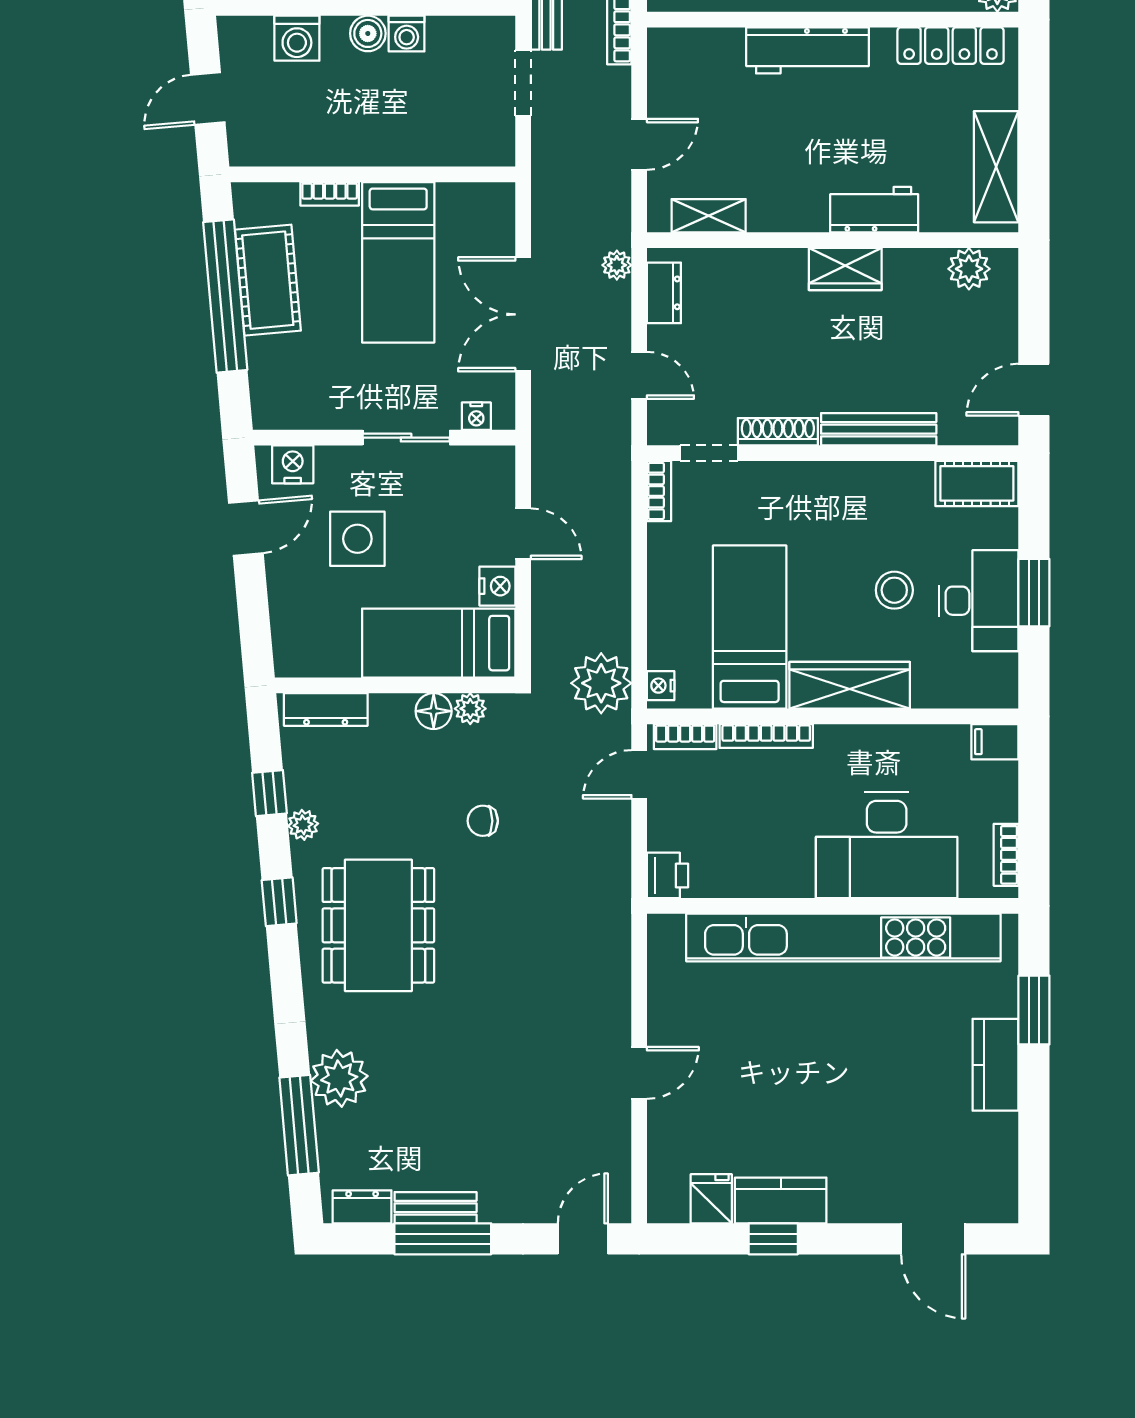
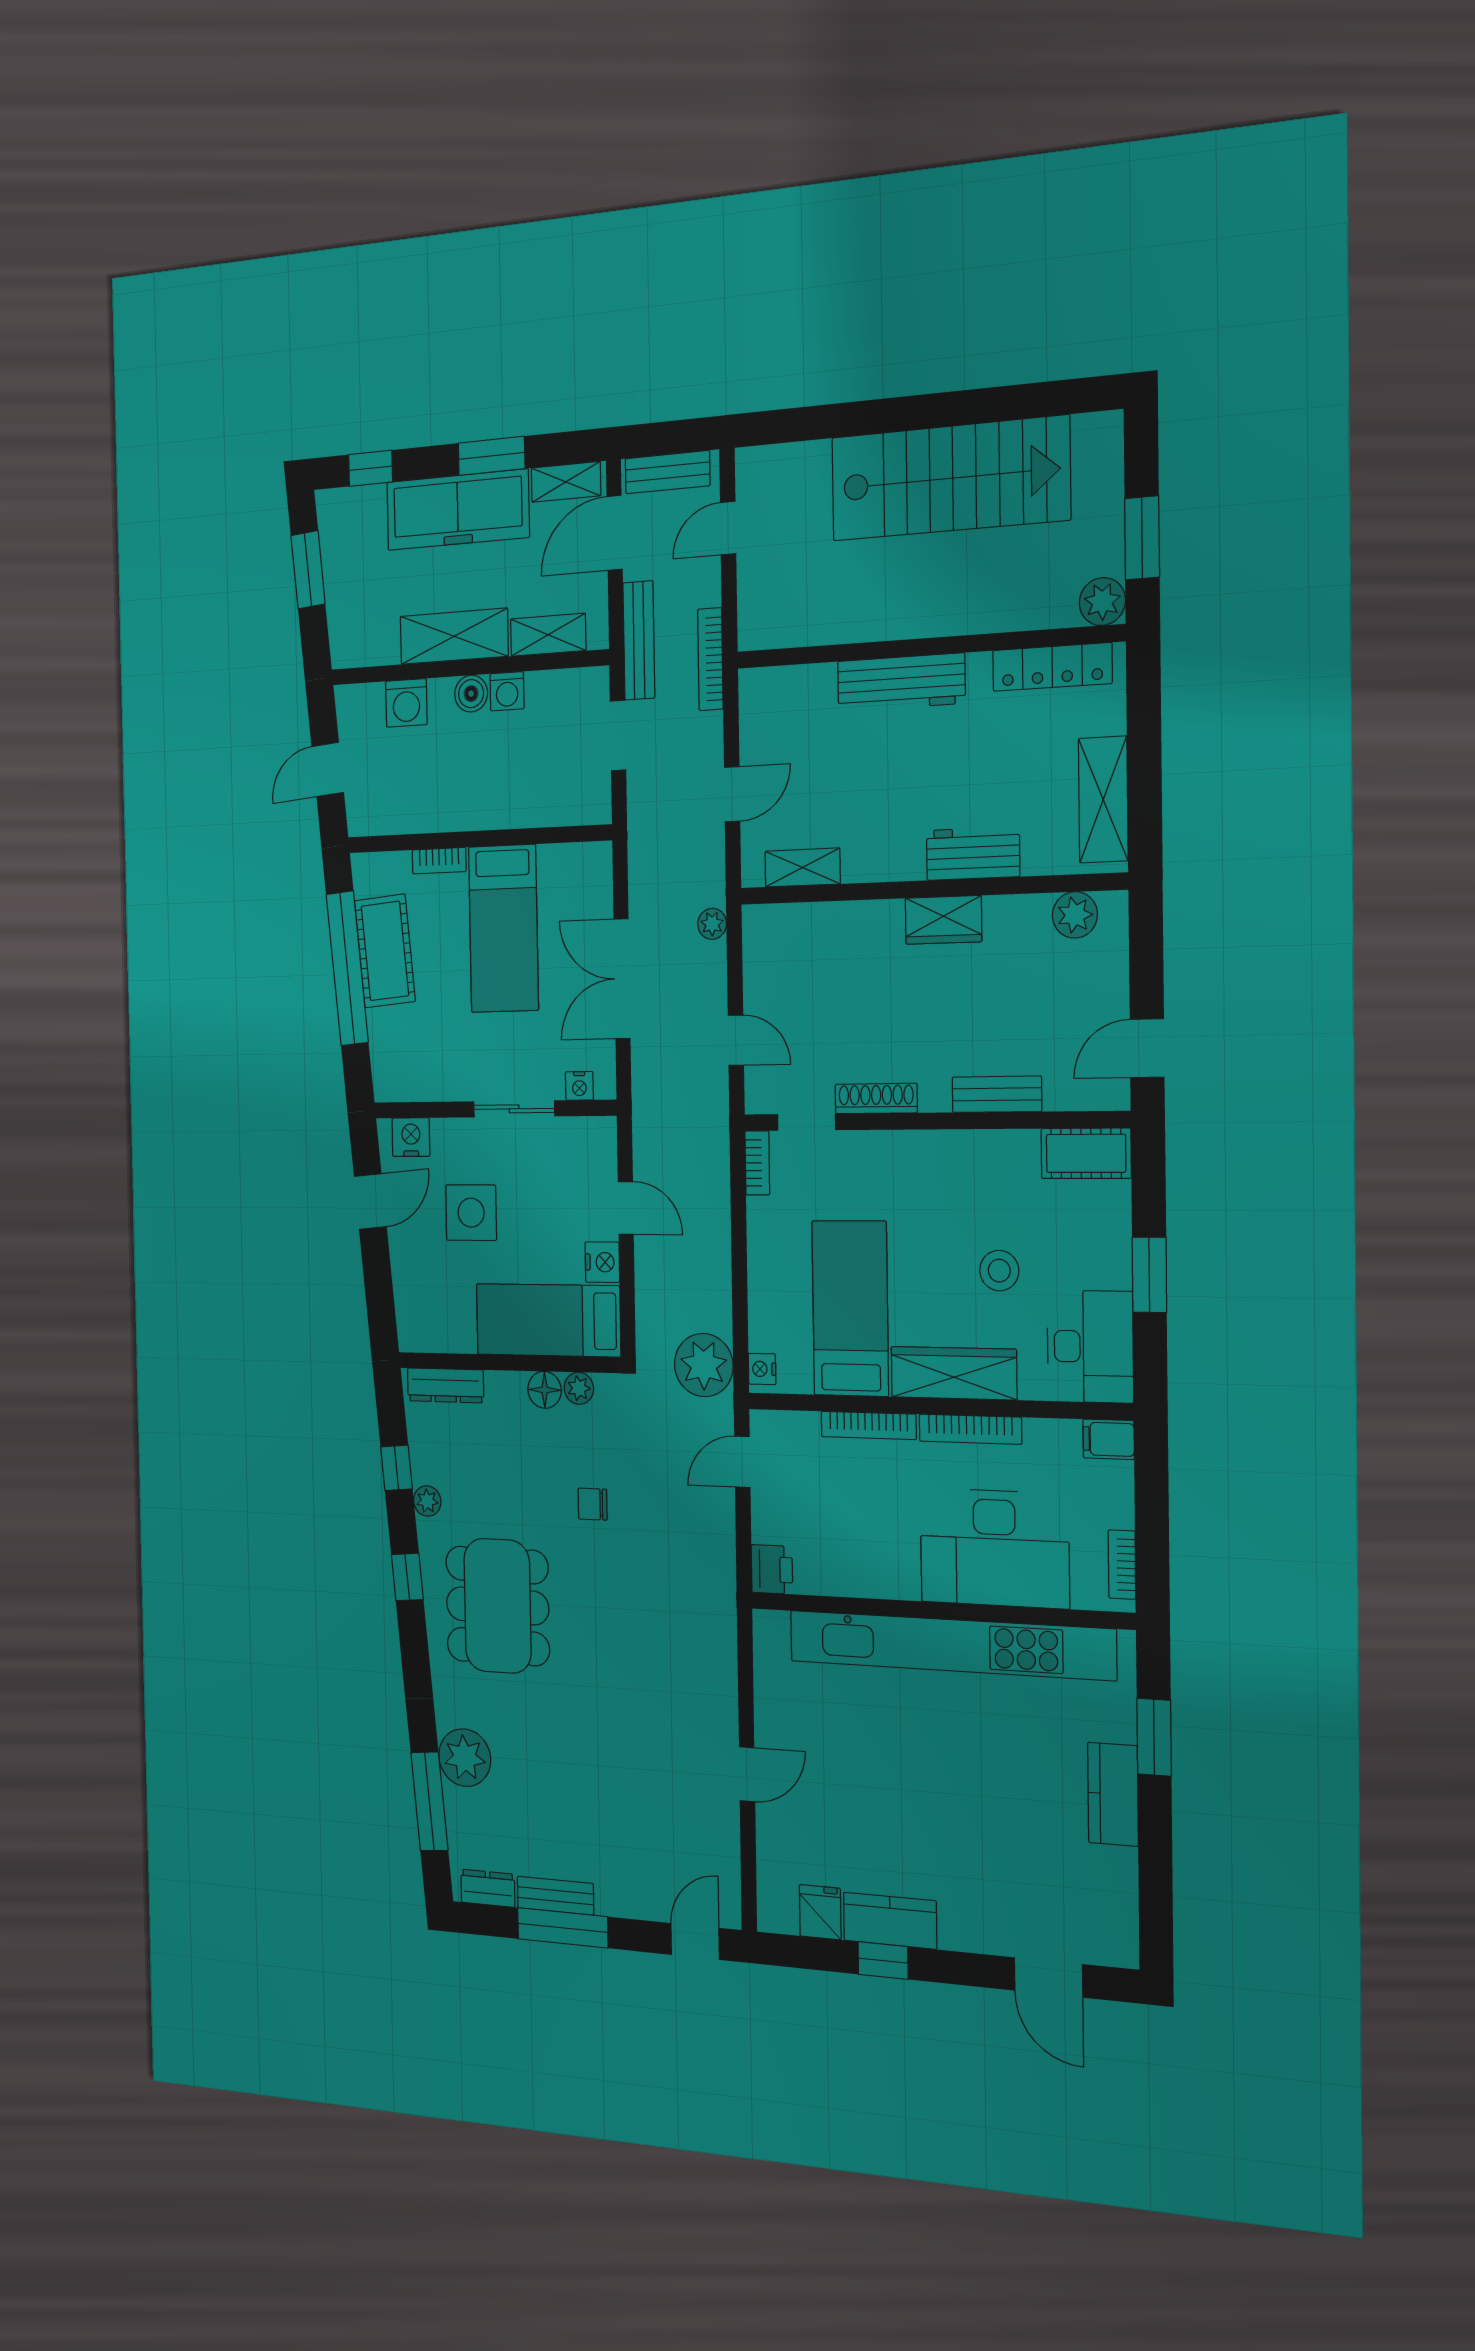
dresser: (664, 293) -> (759, 952), removed
bench: (879, 429) -> (997, 1094), width x0.73
desk: (979, 601) -> (1090, 1347), moved
bookcase: (685, 737) -> (970, 1429), moved, width x1.56

